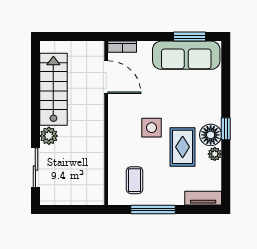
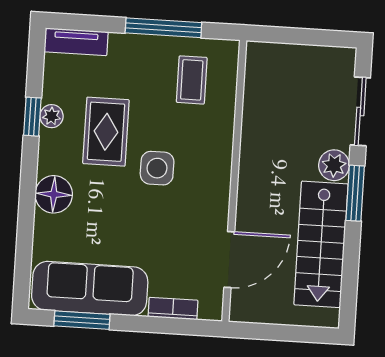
bookcase: (122, 47) -> (173, 309), moved
door: (106, 77) -> (229, 260), swing flipped
window: (35, 120) -> (355, 193), added
window: (226, 129) -> (32, 117), moved
floor lamp: (211, 135) -> (54, 194), moved

